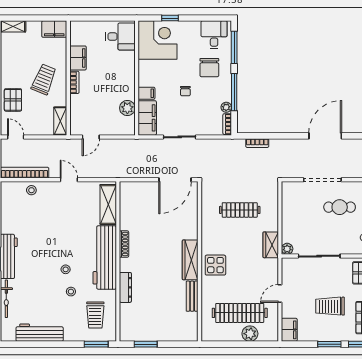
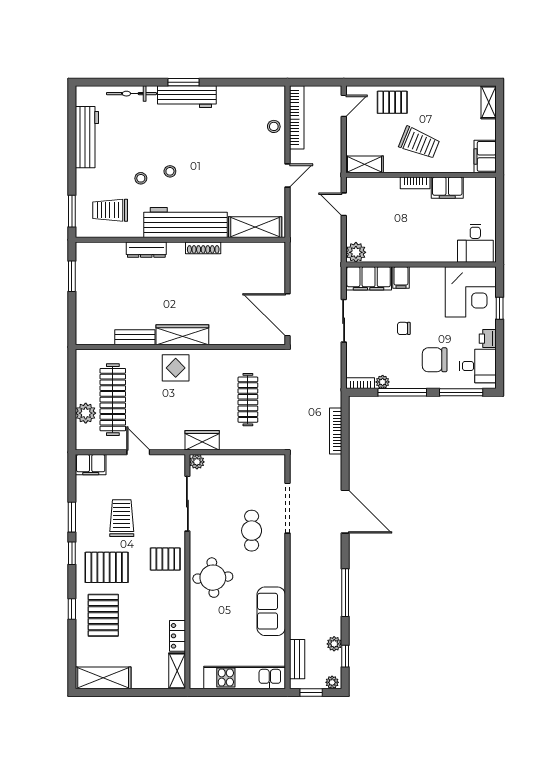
printer: (193, 27) -> (488, 339), added
plant: (127, 108) -> (356, 252), moved
bookcase: (257, 143) -> (336, 431), width x1.56

